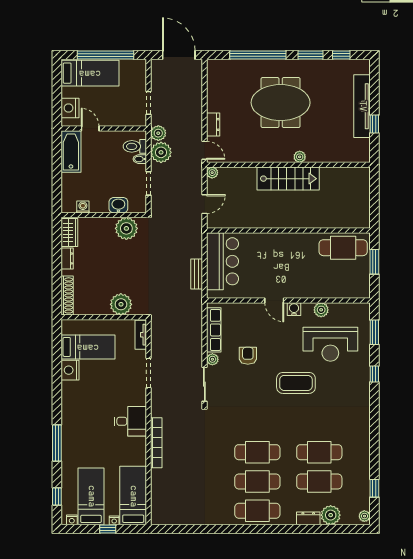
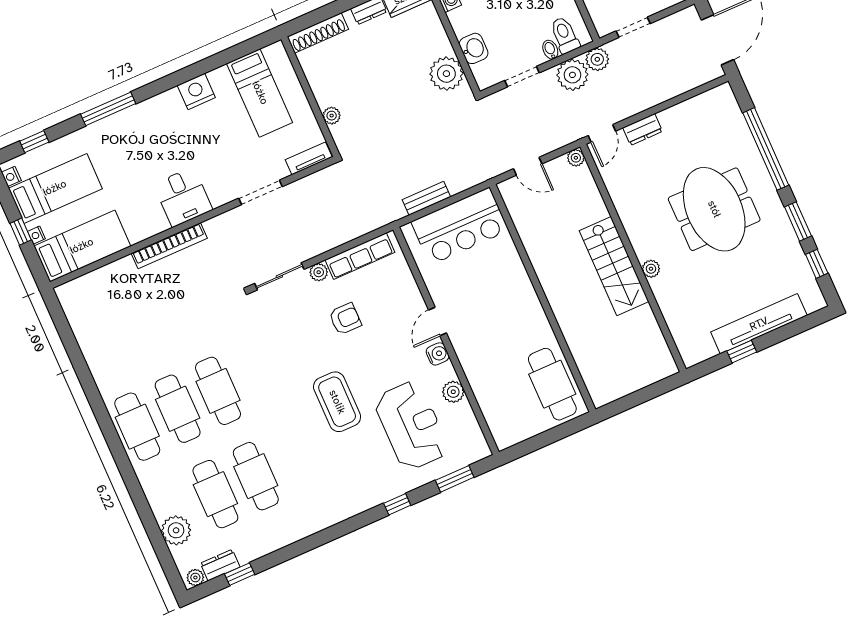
window: (374, 262) -> (552, 436), removed
plant: (121, 304) -> (332, 116), width x0.53, depth x0.53
reception desk: (330, 344) -> (411, 425), turned 180
nightstand: (70, 370) -> (196, 91), moved
dresser: (308, 518) -> (220, 565), moved, turned -90

